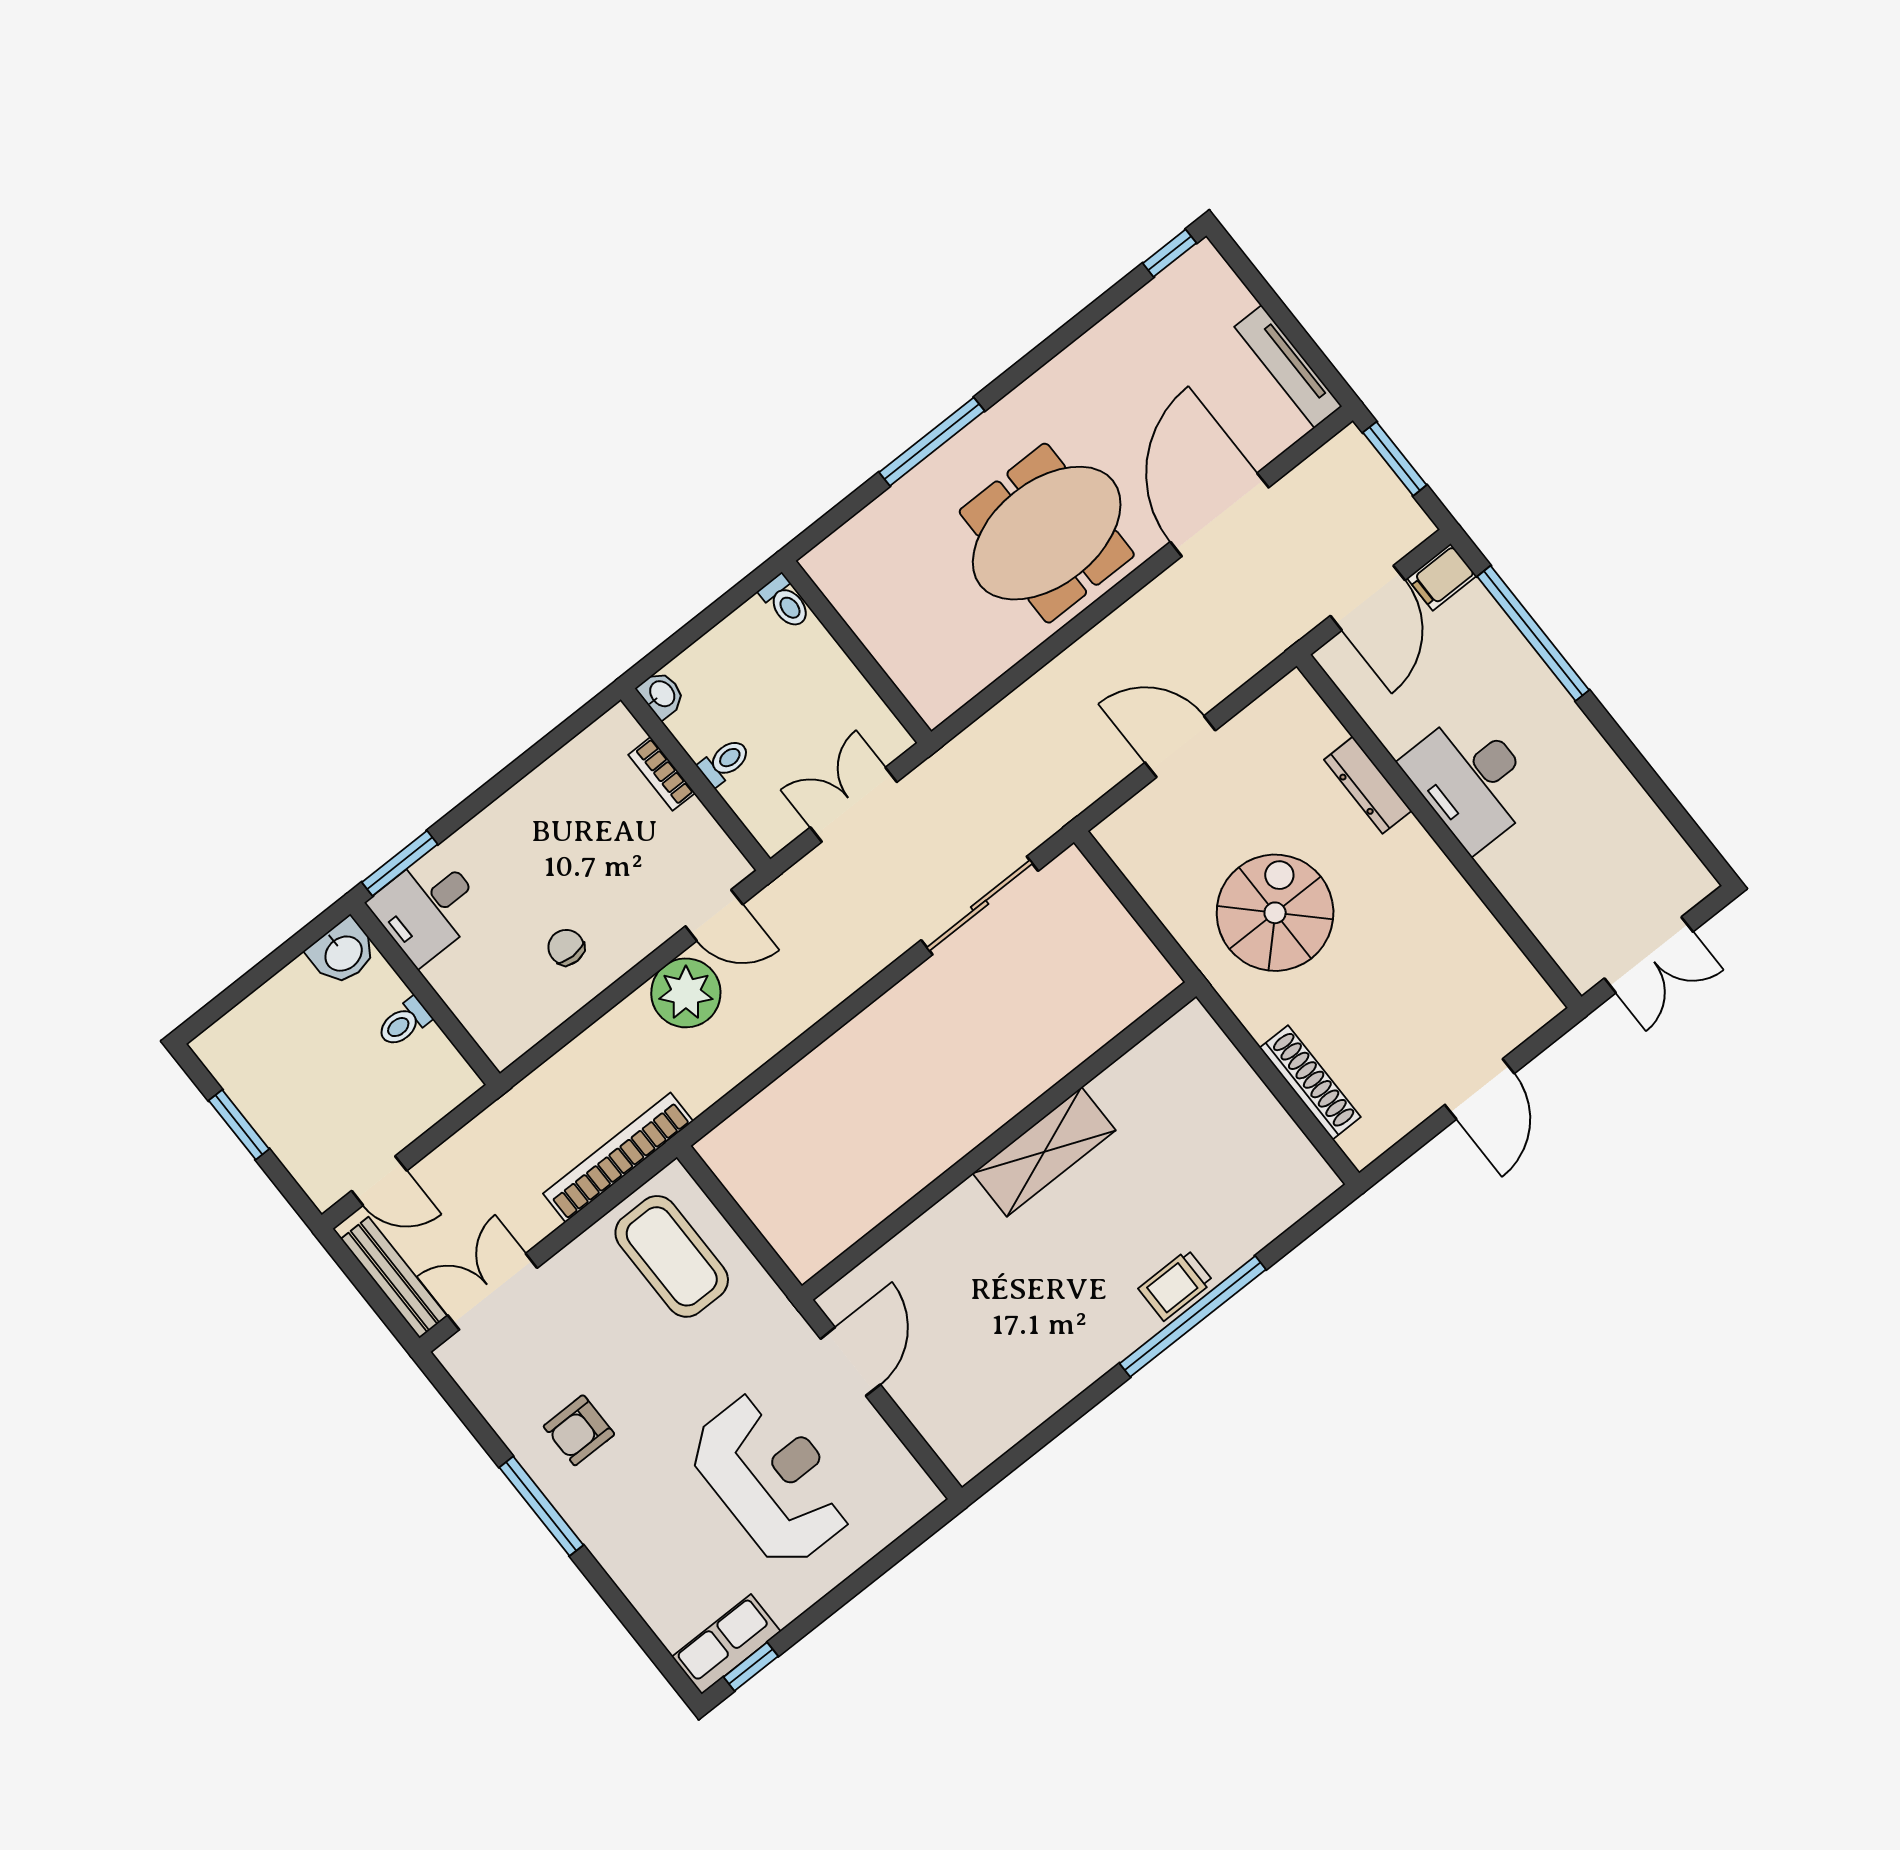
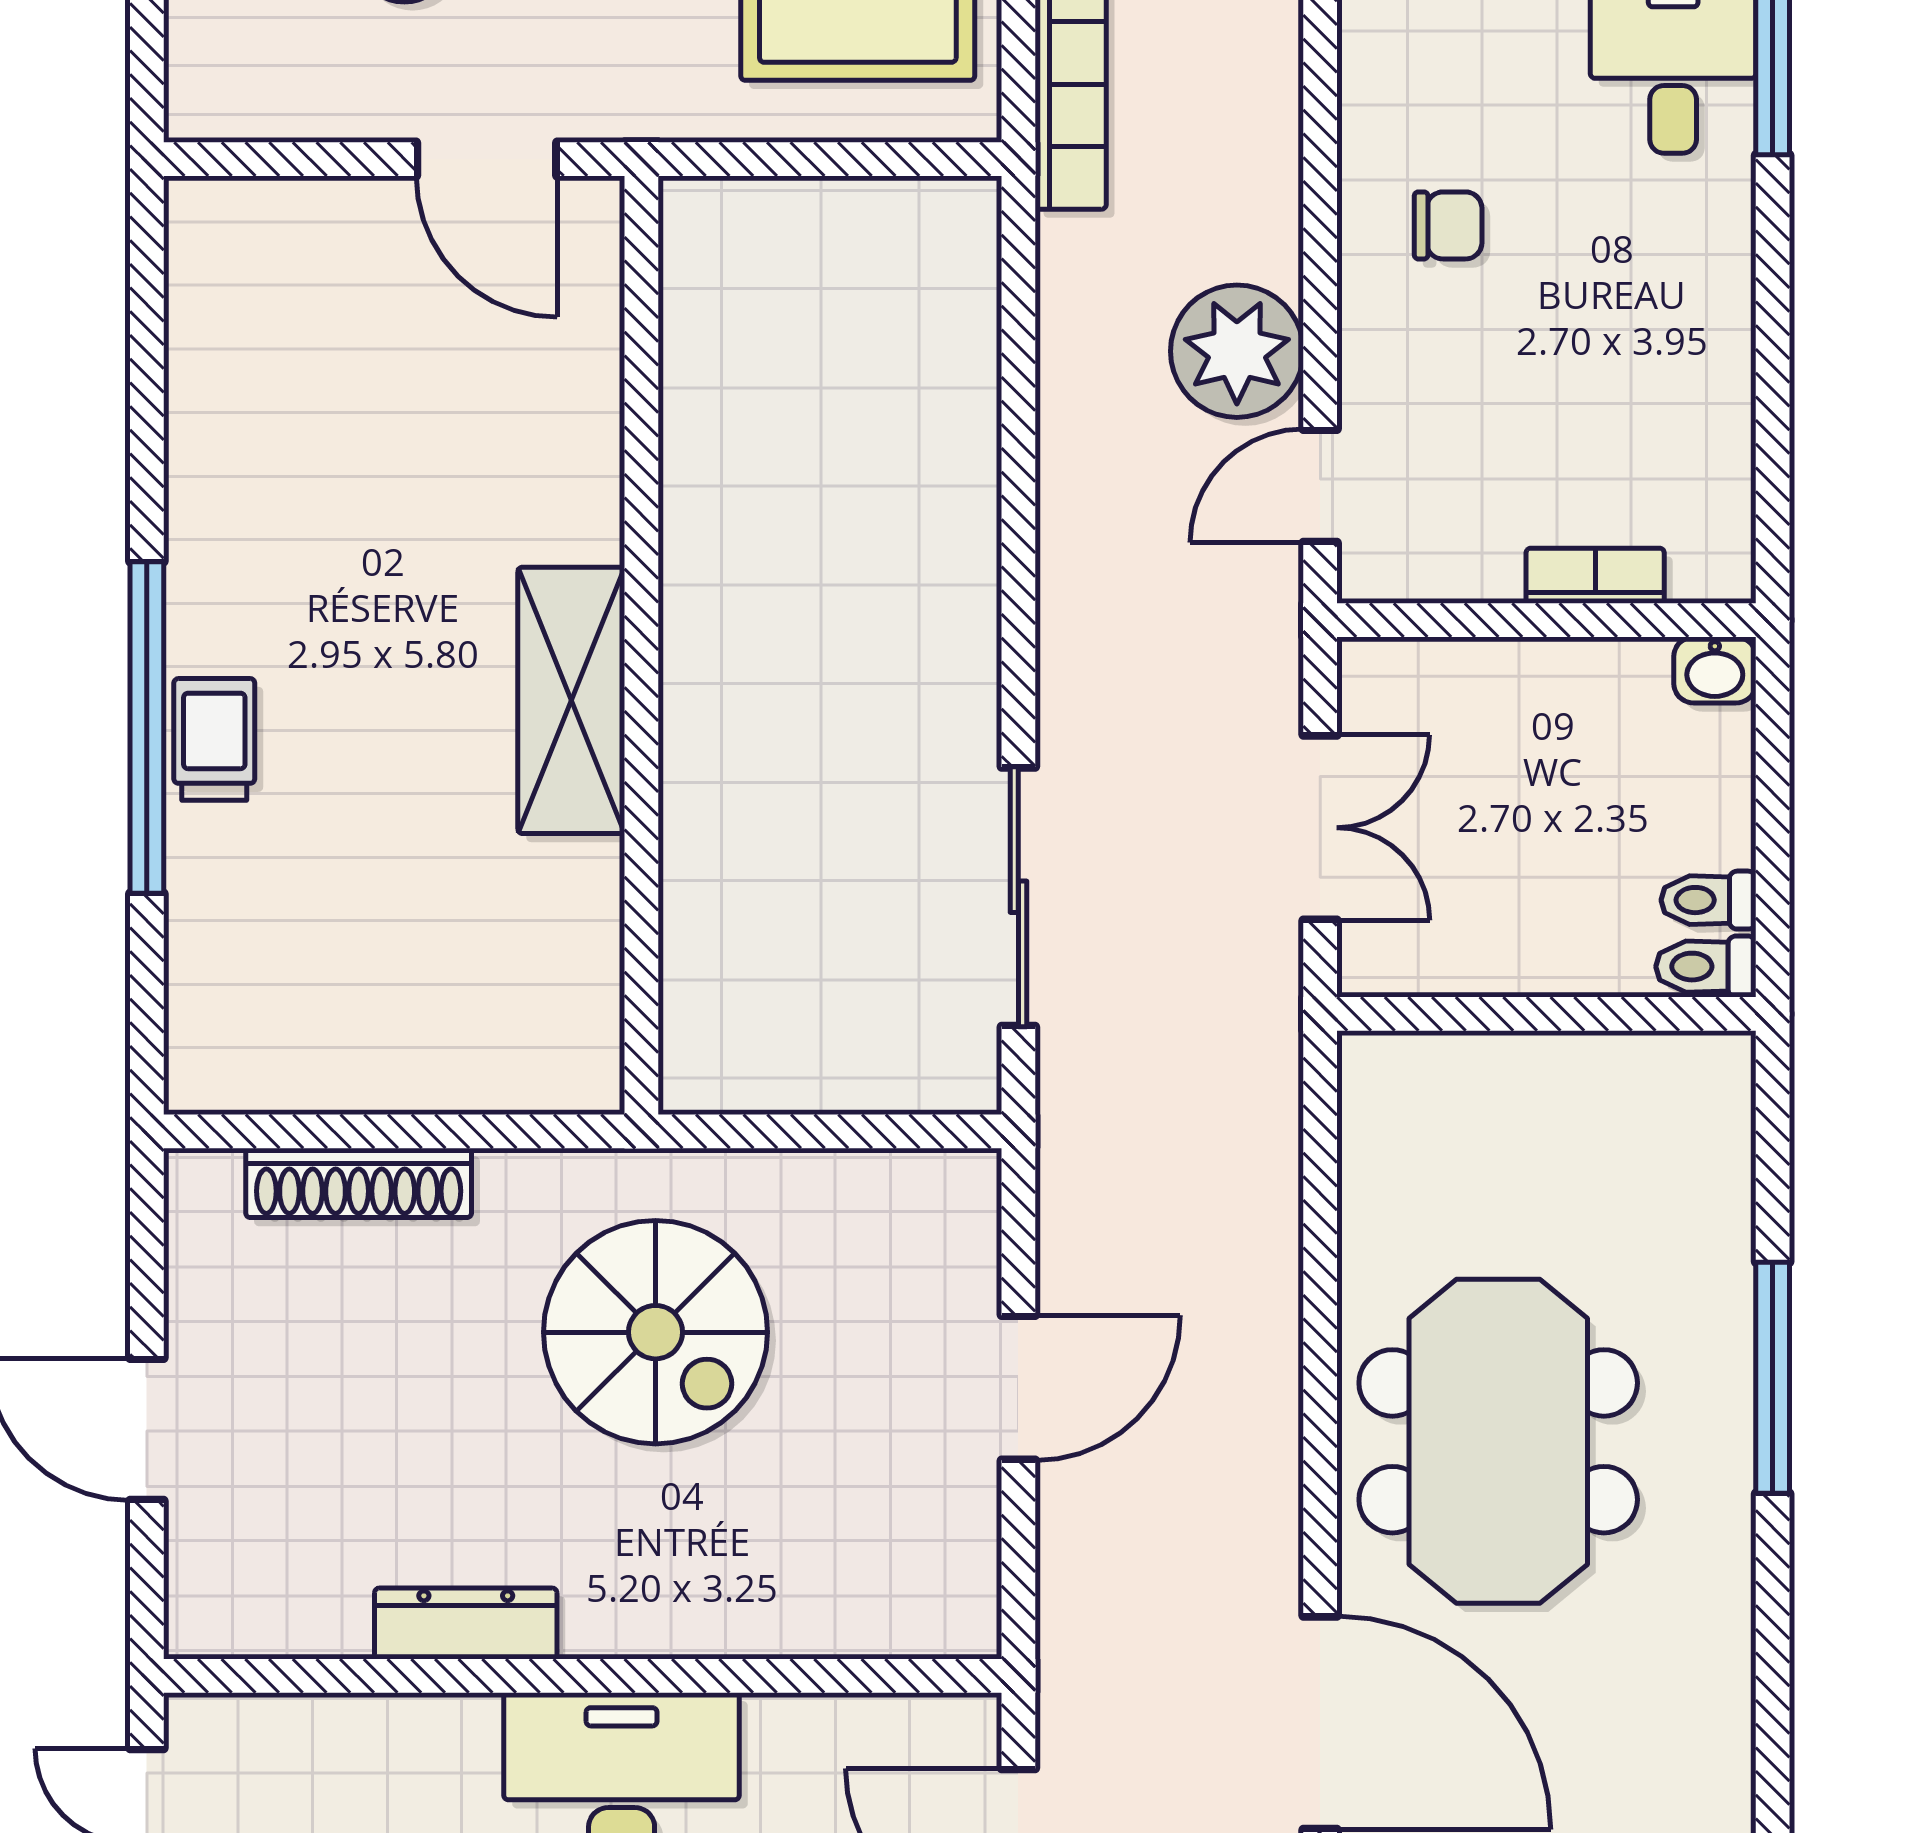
toilet: (724, 762) -> (1708, 900), moved, turned 90
dresser: (1368, 785) -> (466, 1624), moved

